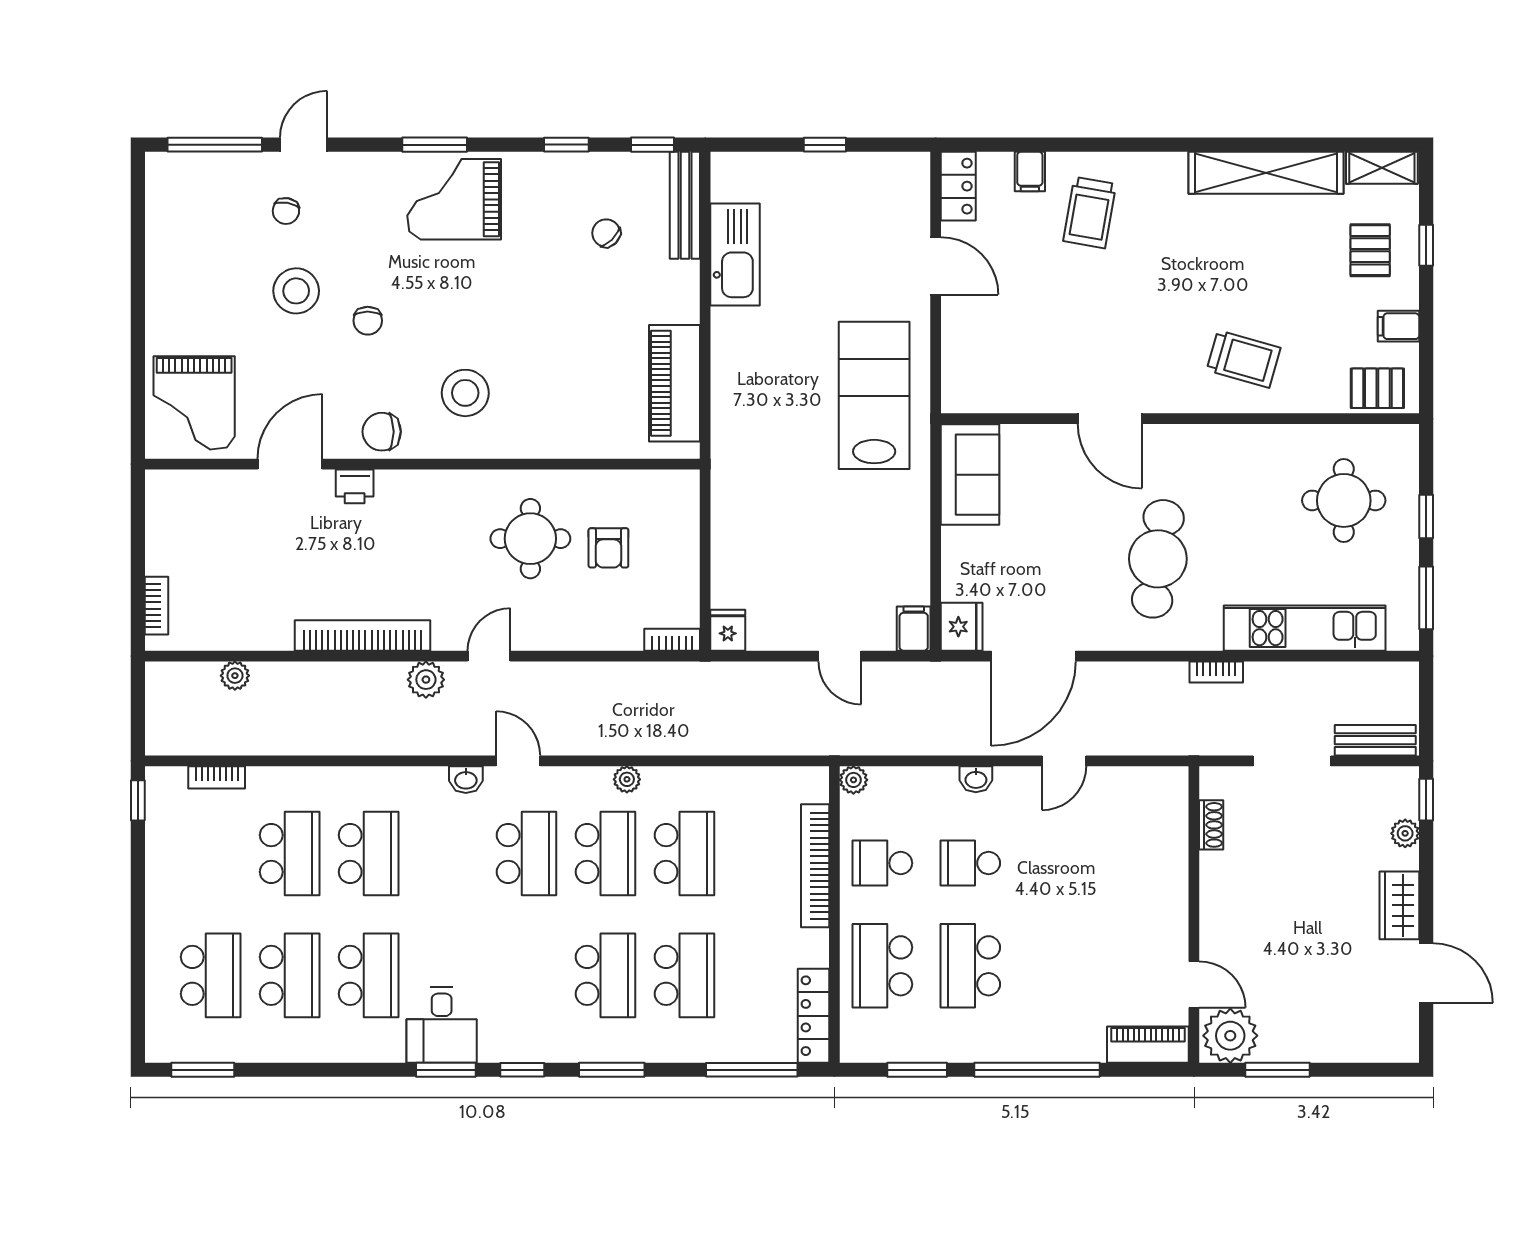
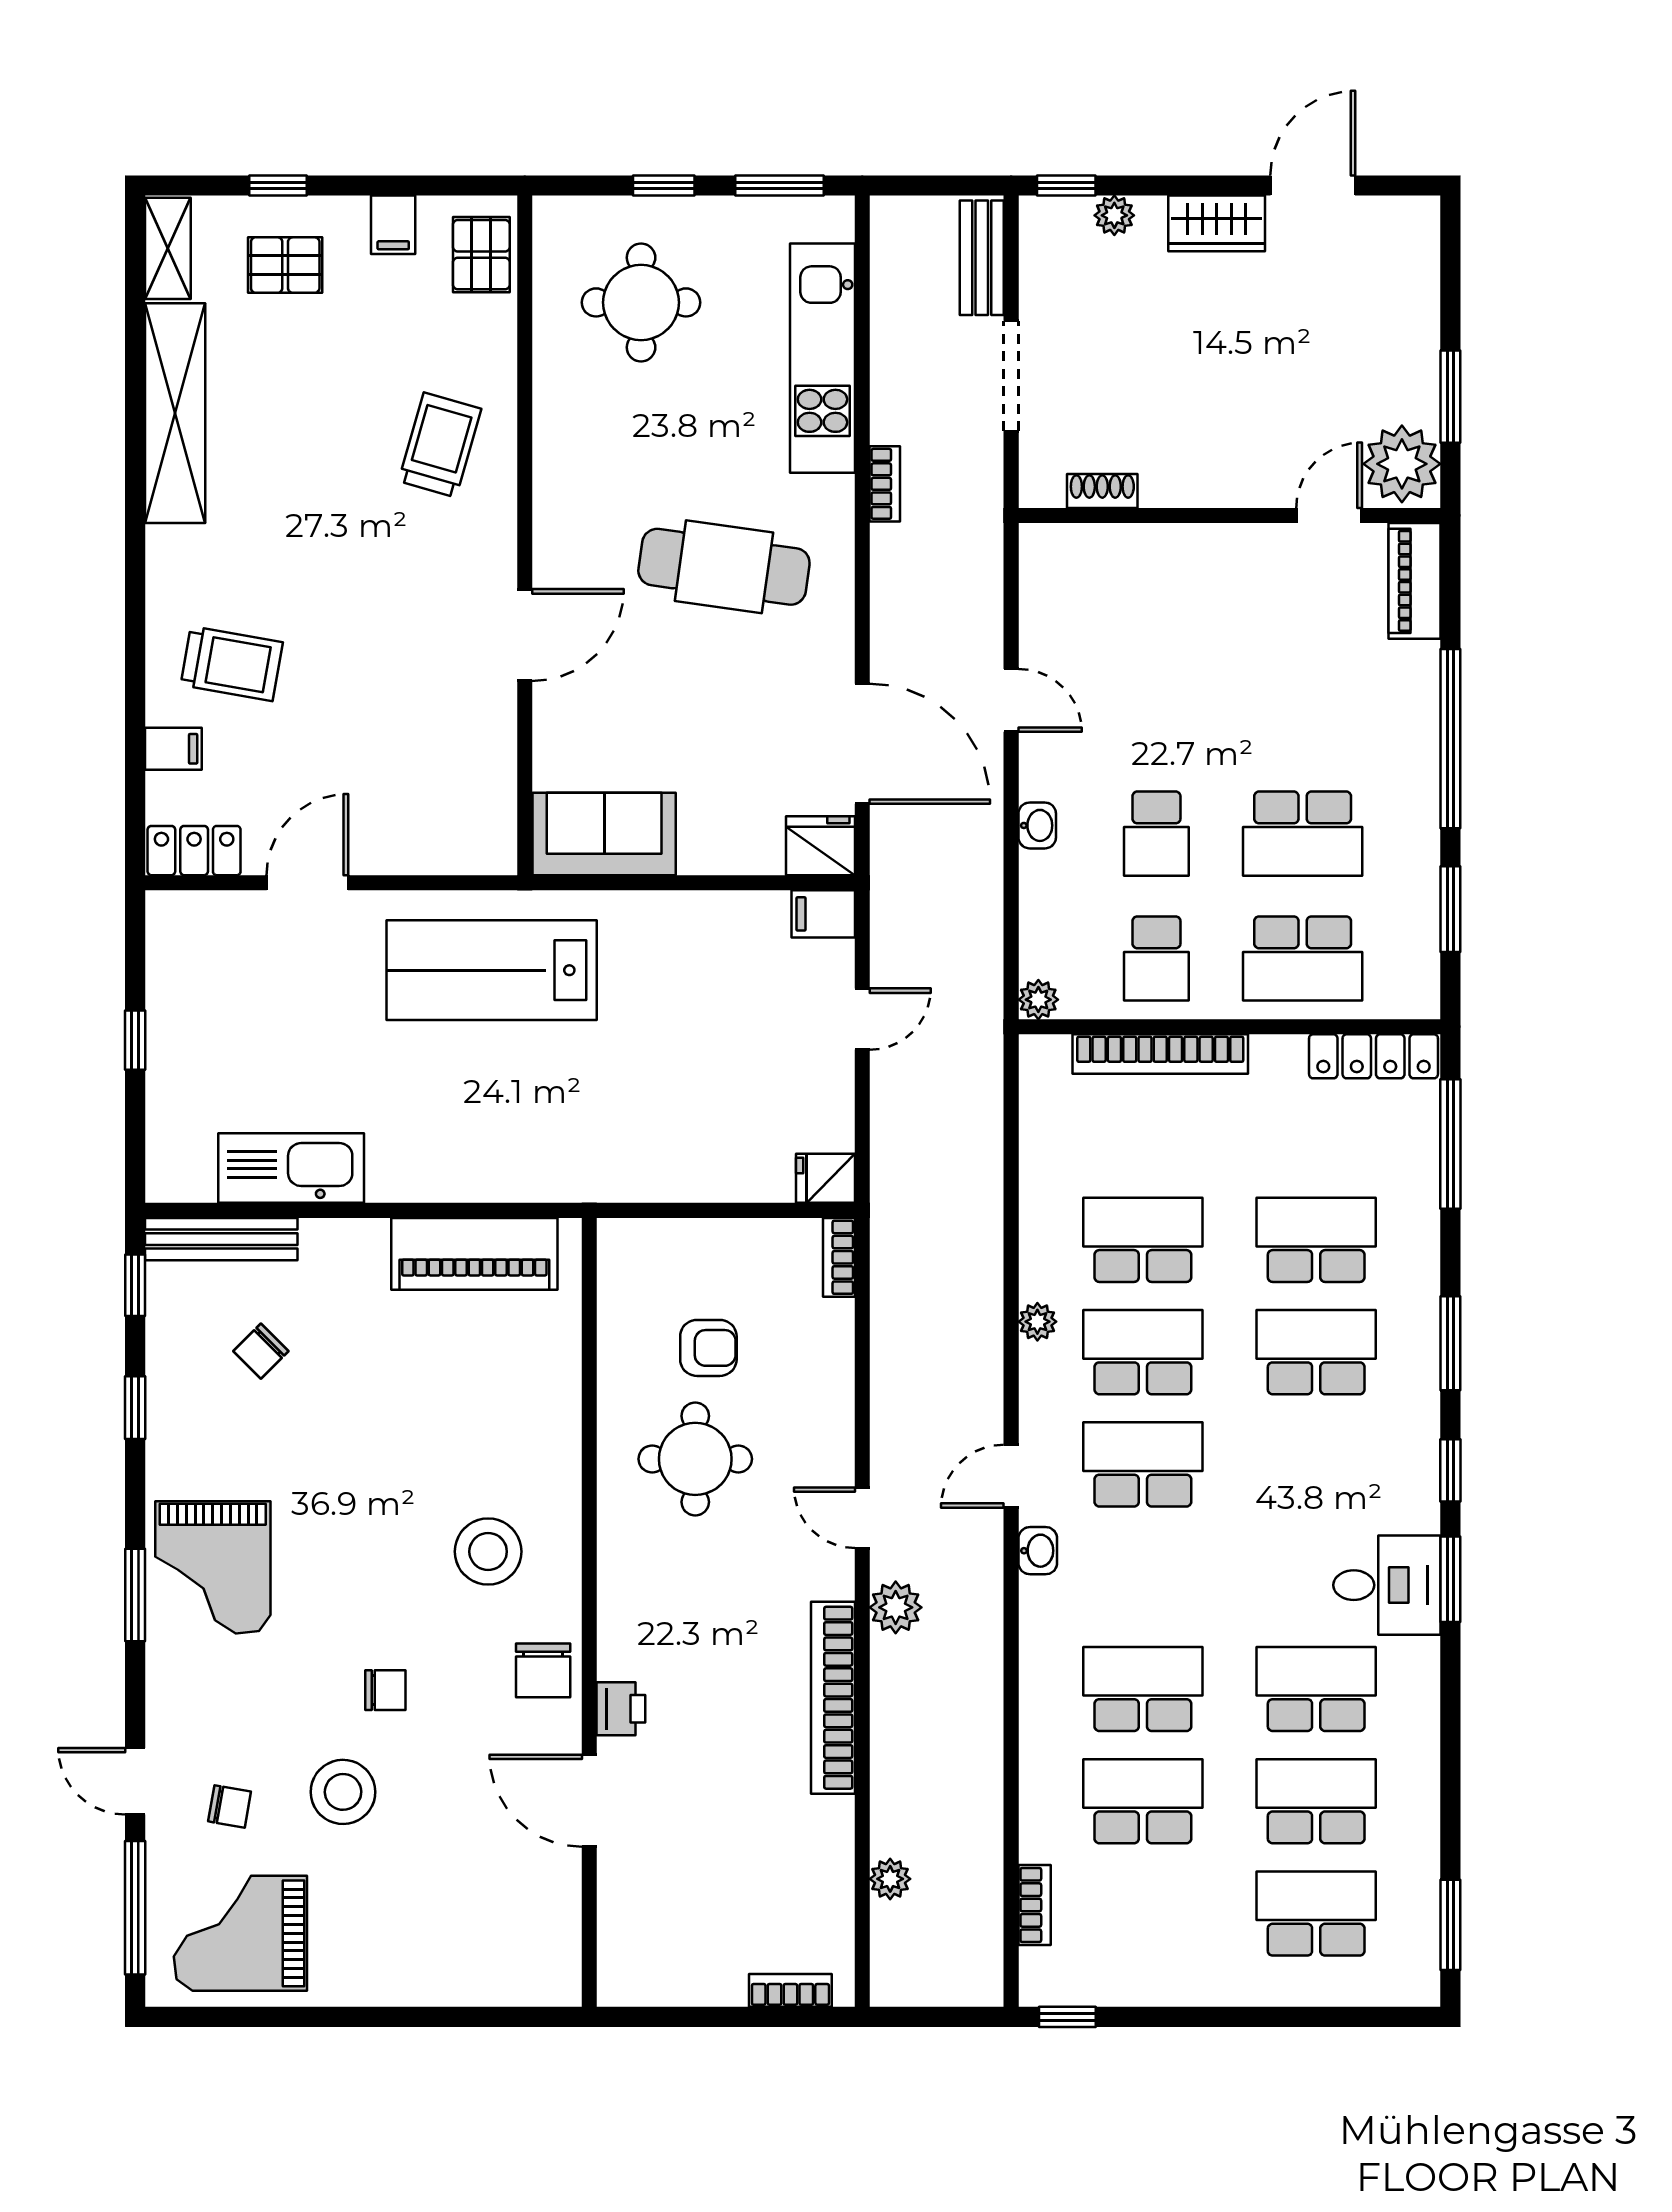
grand piano: (194, 403) -> (240, 1933), moved, turned 180

